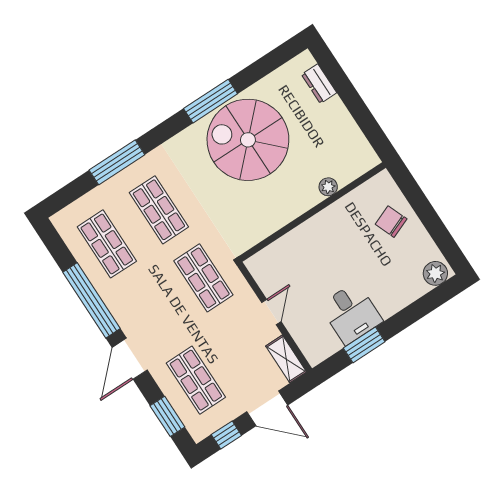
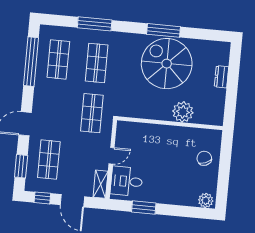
dresser: (319, 84) -> (221, 77), moved
plant: (328, 187) -> (183, 112), width x1.88, depth x1.88
window: (92, 300) -> (31, 62), moved
desk: (351, 313) -> (127, 181), moved, turned 90

